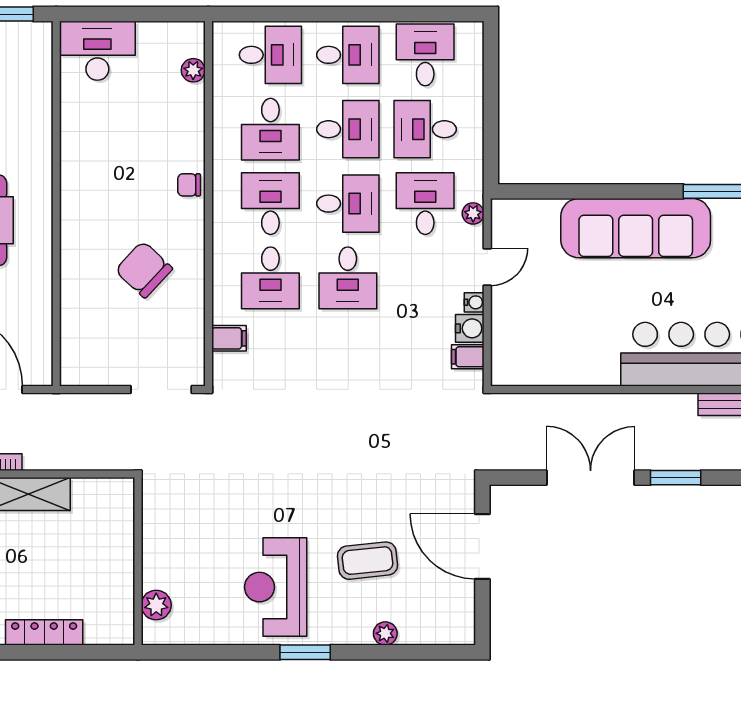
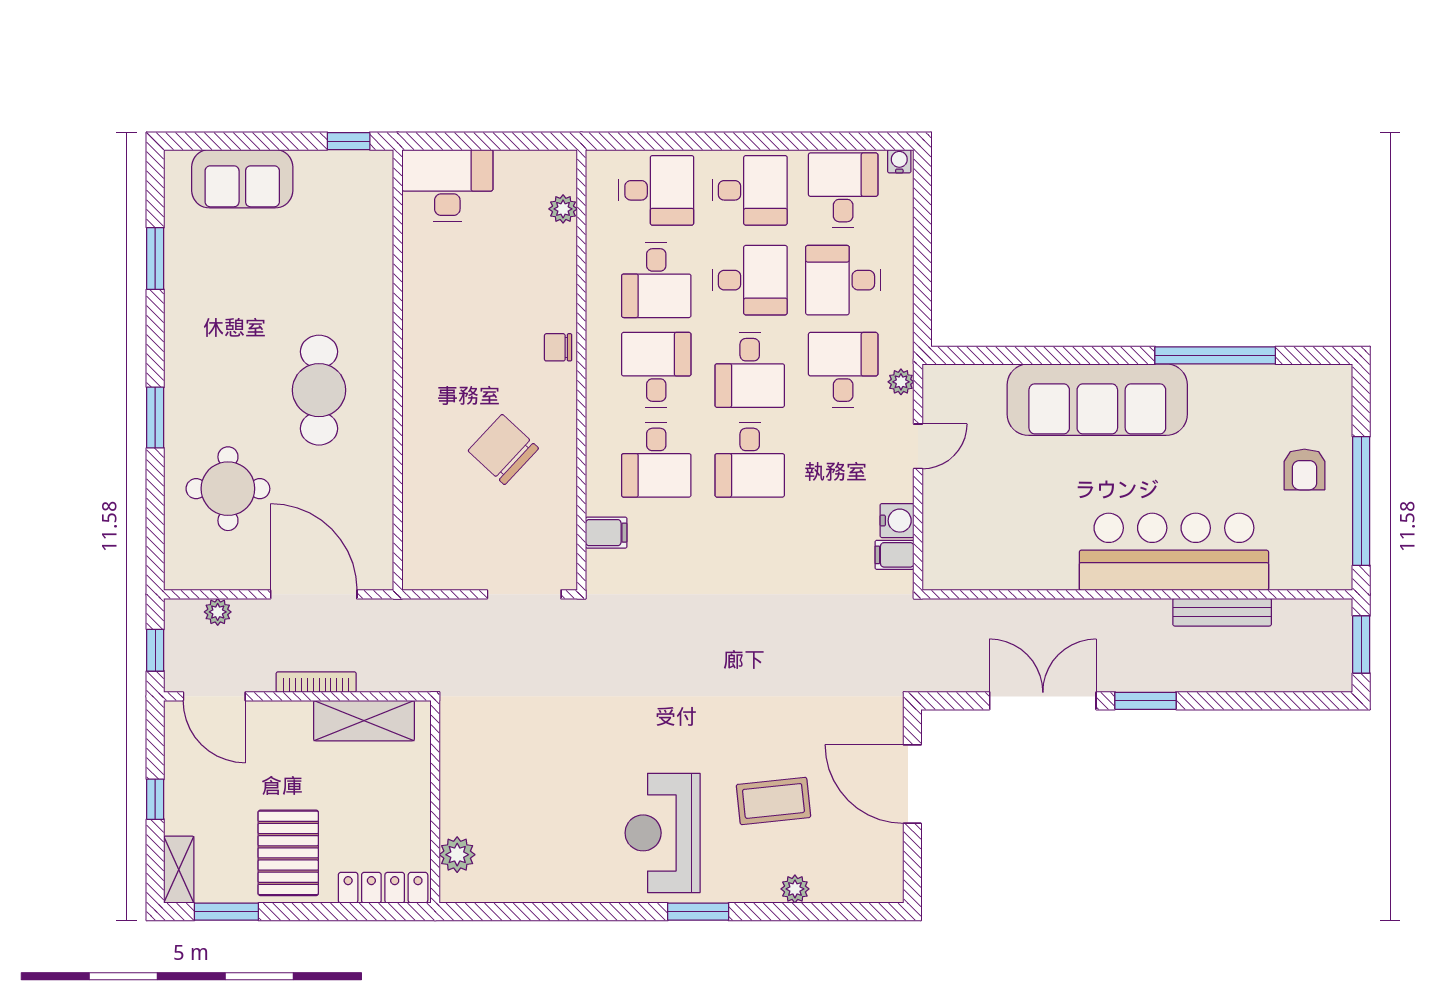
desk: (348, 204) -> (750, 370), turned 90
water cooler: (474, 302) -> (899, 161), moved, turned -90
wall: (138, 561) -> (435, 802), moved
plant: (156, 605) -> (457, 855), moved

